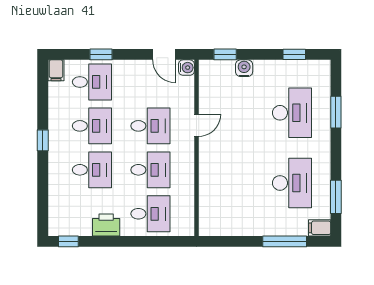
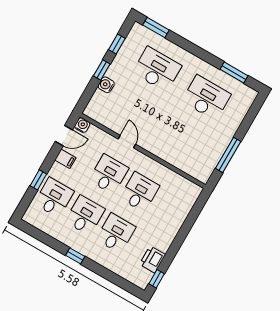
window: (225, 54) -> (102, 70), moved
filing cabinet: (56, 70) -> (65, 159), moved
window: (336, 112) -> (156, 27), moved
desk: (150, 214) -> (171, 210), removed
printer: (106, 225) -> (152, 259), moved
filing cabinet: (320, 228) -> (249, 97), removed
window: (285, 241) -> (228, 155), moved

